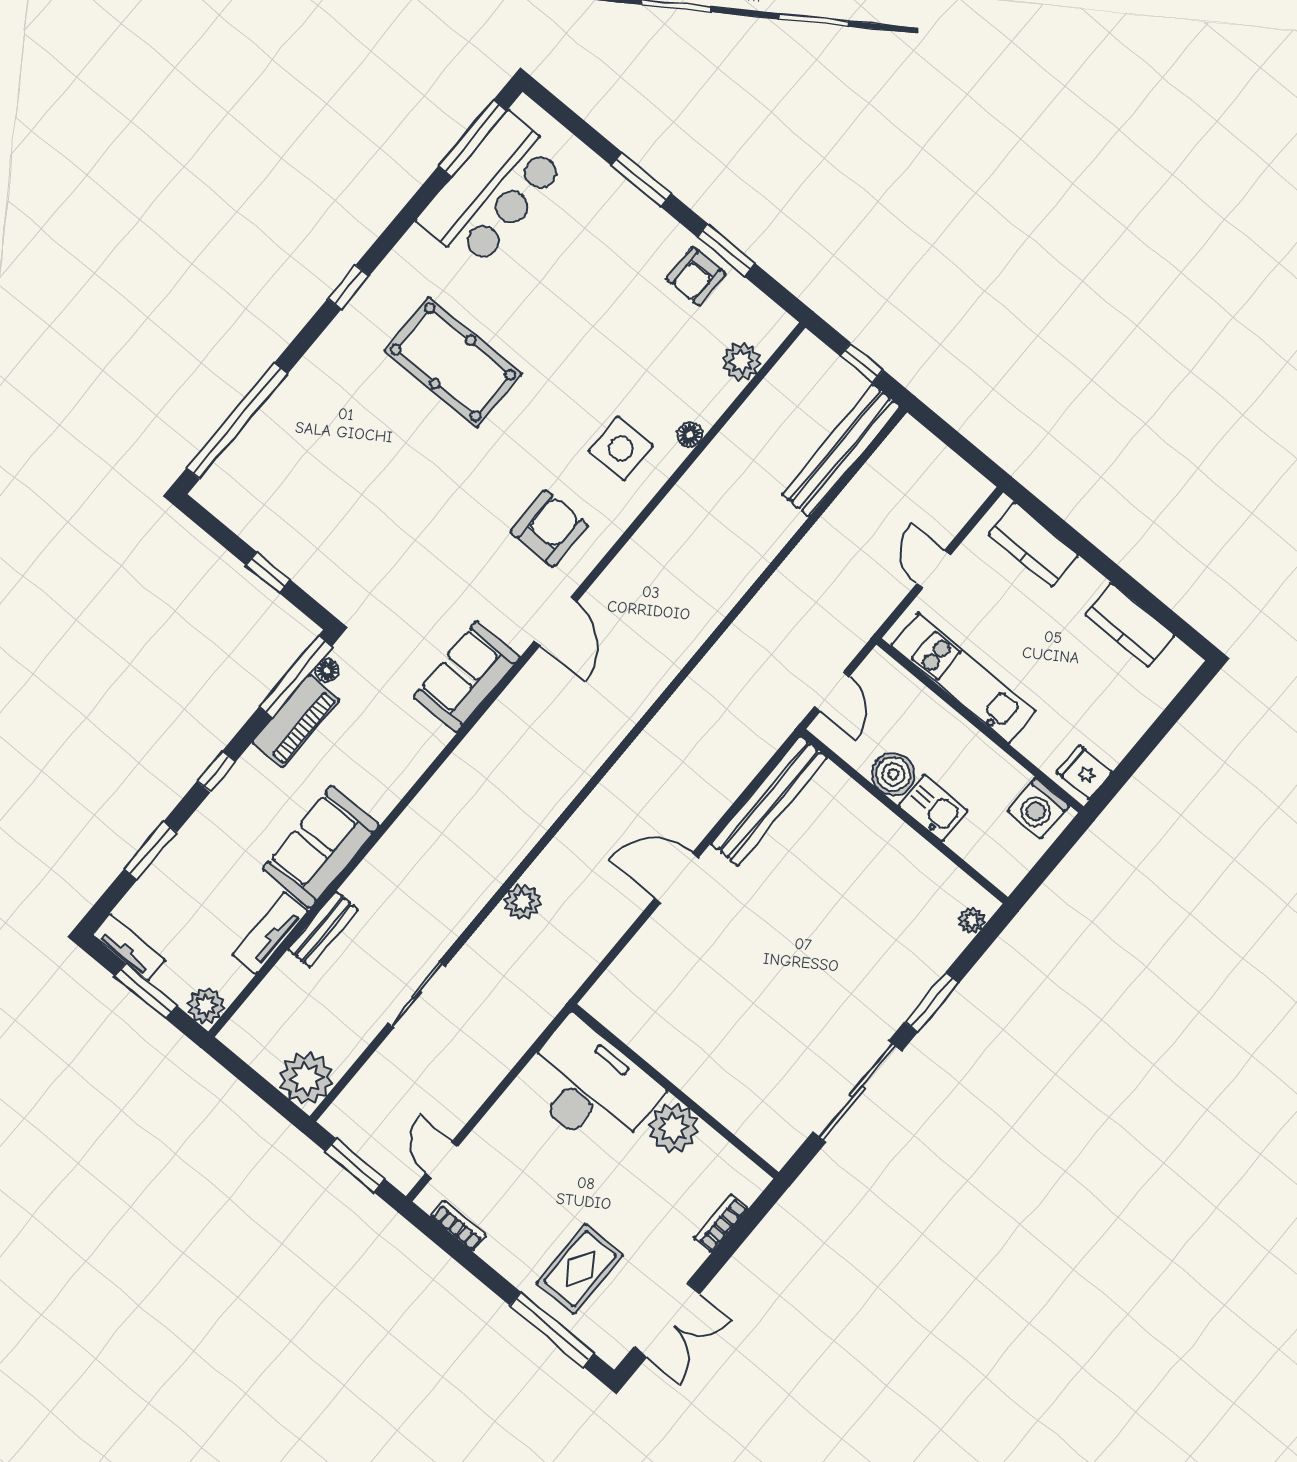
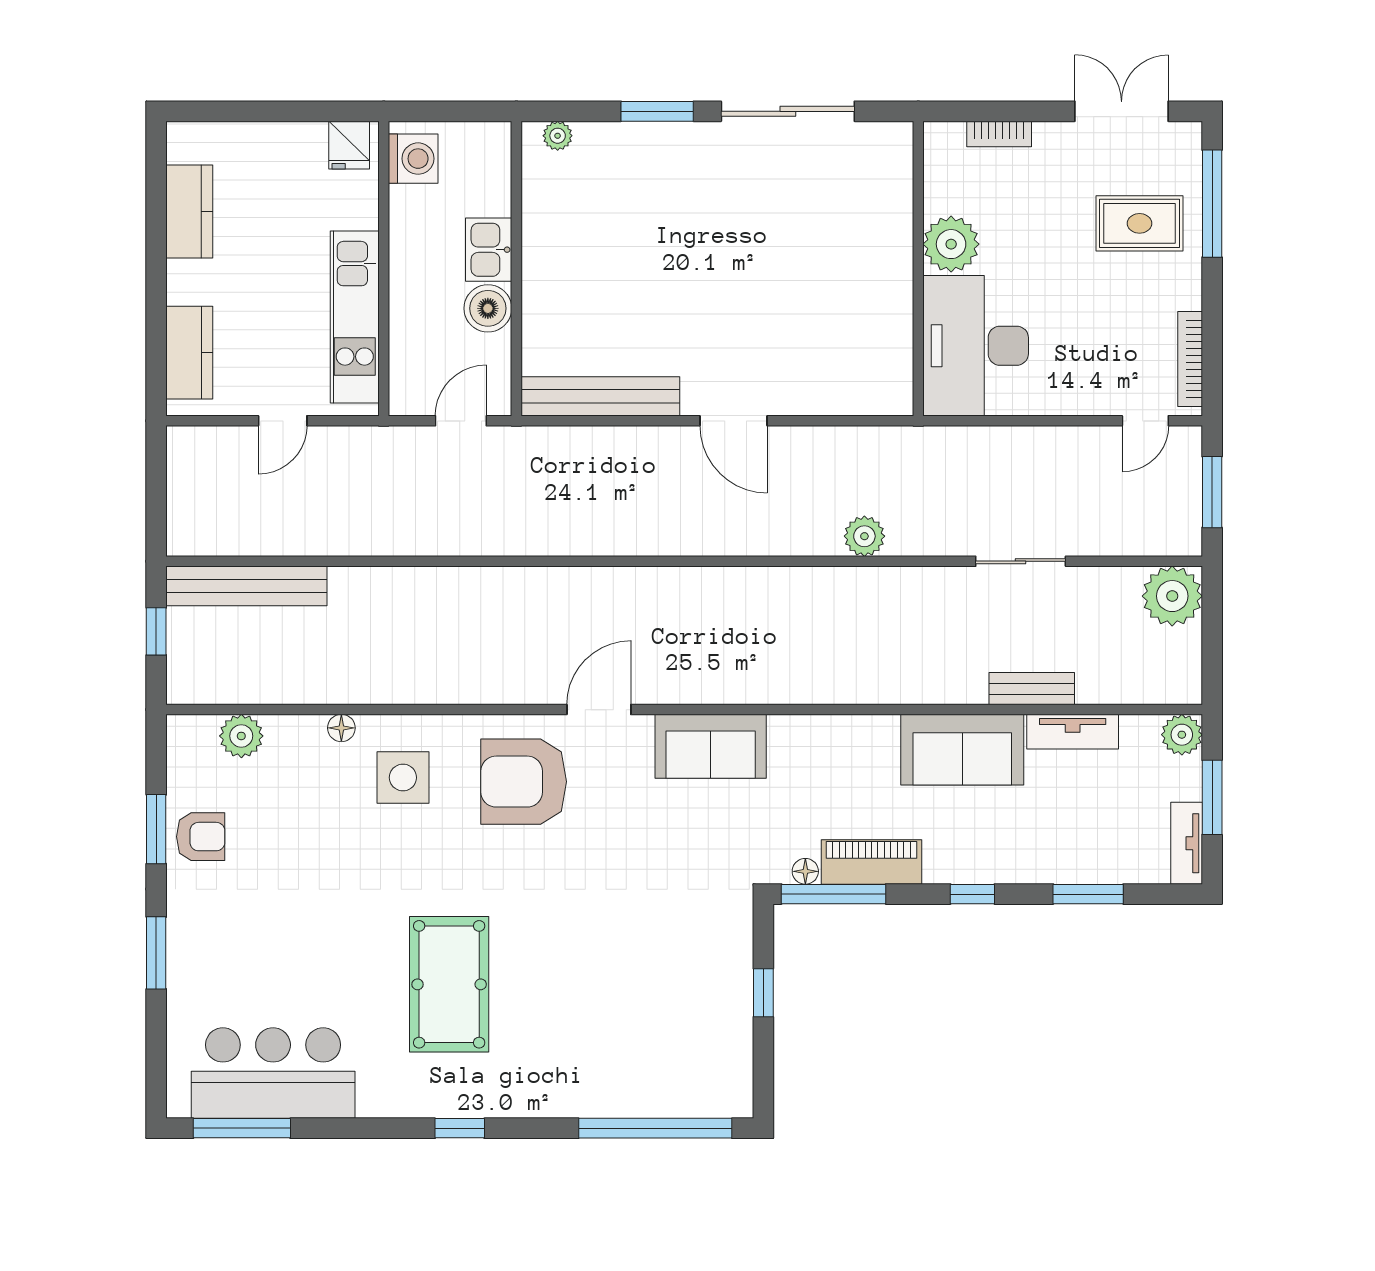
armchair: (549, 529) -> (524, 782), width x1.36, depth x1.36
bookcase: (458, 1226) -> (1190, 359), width x1.56

